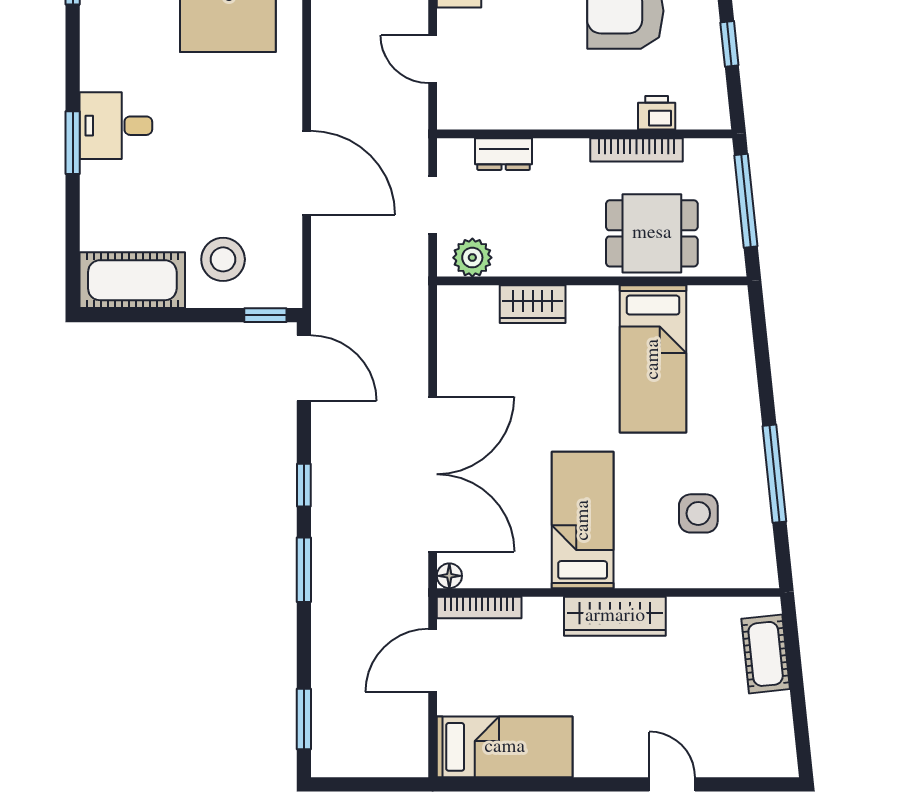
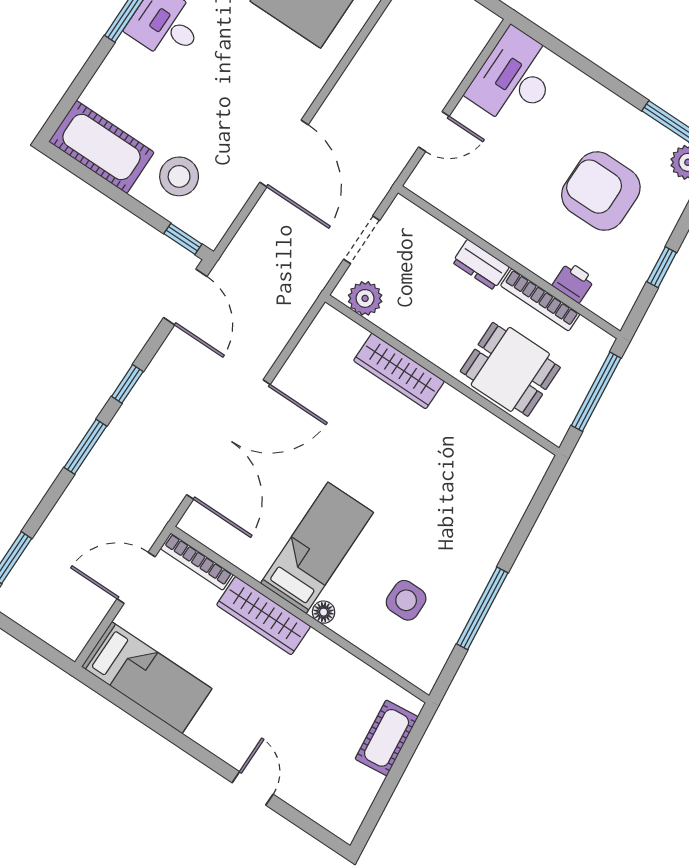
door: (433, 59) -> (434, 132), swing flipped
dresser: (504, 154) -> (481, 265), moved
wardrobe: (533, 304) -> (399, 371), width x1.50
bed: (653, 359) -> (449, 463), removed
floor lamp: (449, 576) -> (324, 612), moved
wardrobe: (615, 616) -> (264, 616), moved

